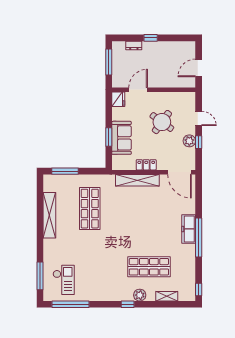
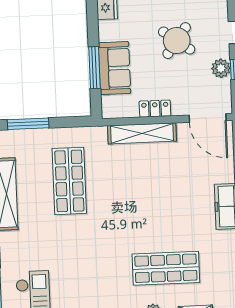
window: (109, 137) -> (94, 68), width x1.44

